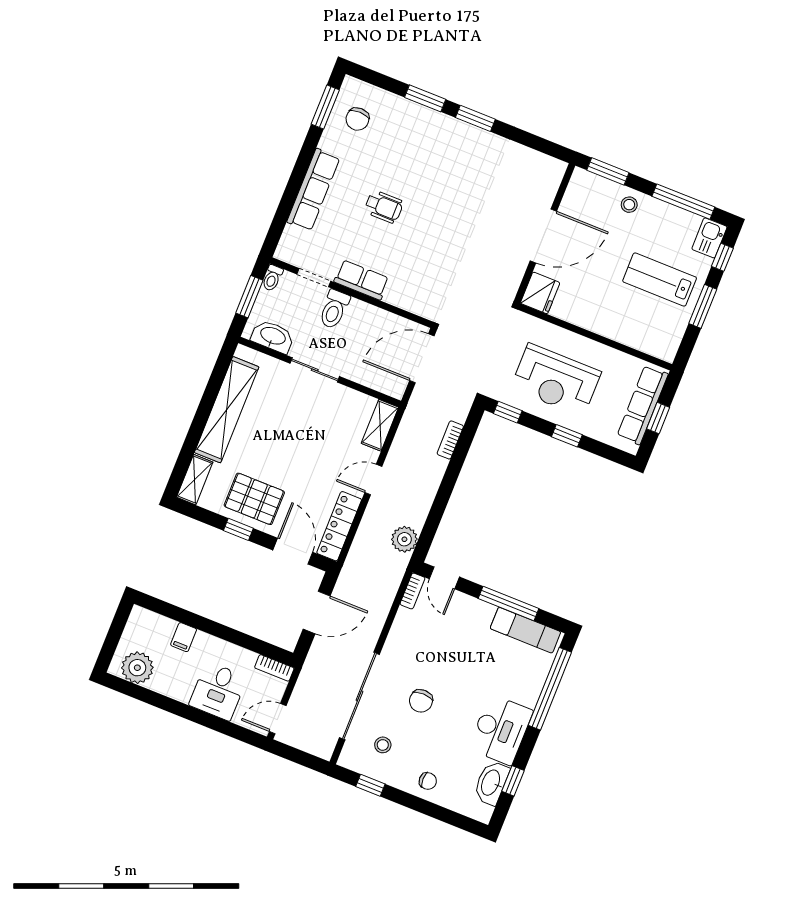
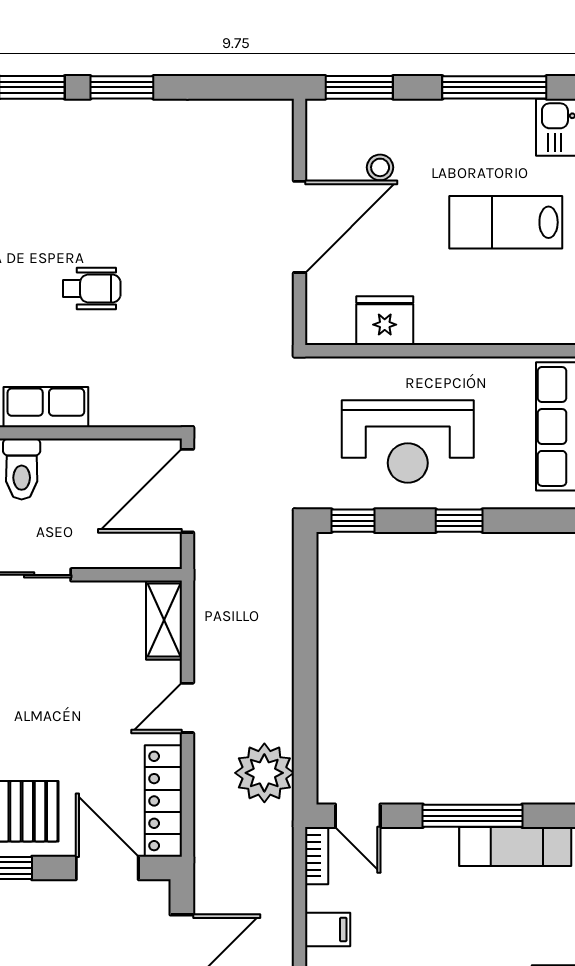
stool: (629, 205) -> (380, 167), moved
wheelchair: (384, 207) -> (92, 288), moved
fridge: (540, 293) -> (385, 321), moved, turned -90
bookcase: (450, 440) -> (282, 599), removed
plant: (404, 539) -> (264, 773), width x1.36, depth x1.36
filing cabinet: (402, 635) -> (328, 929), added

